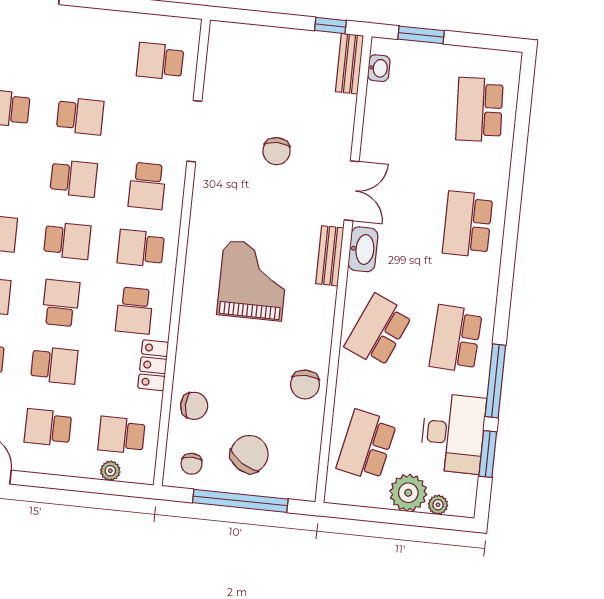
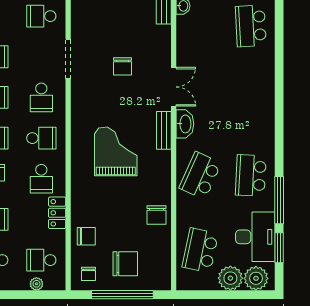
school desk: (468, 224) -> (251, 101), removed
school desk: (141, 248) -> (41, 138), turned 180
chair: (249, 454) -> (125, 264), turned 57
plant: (438, 505) -> (256, 278), width x1.88, depth x1.88

